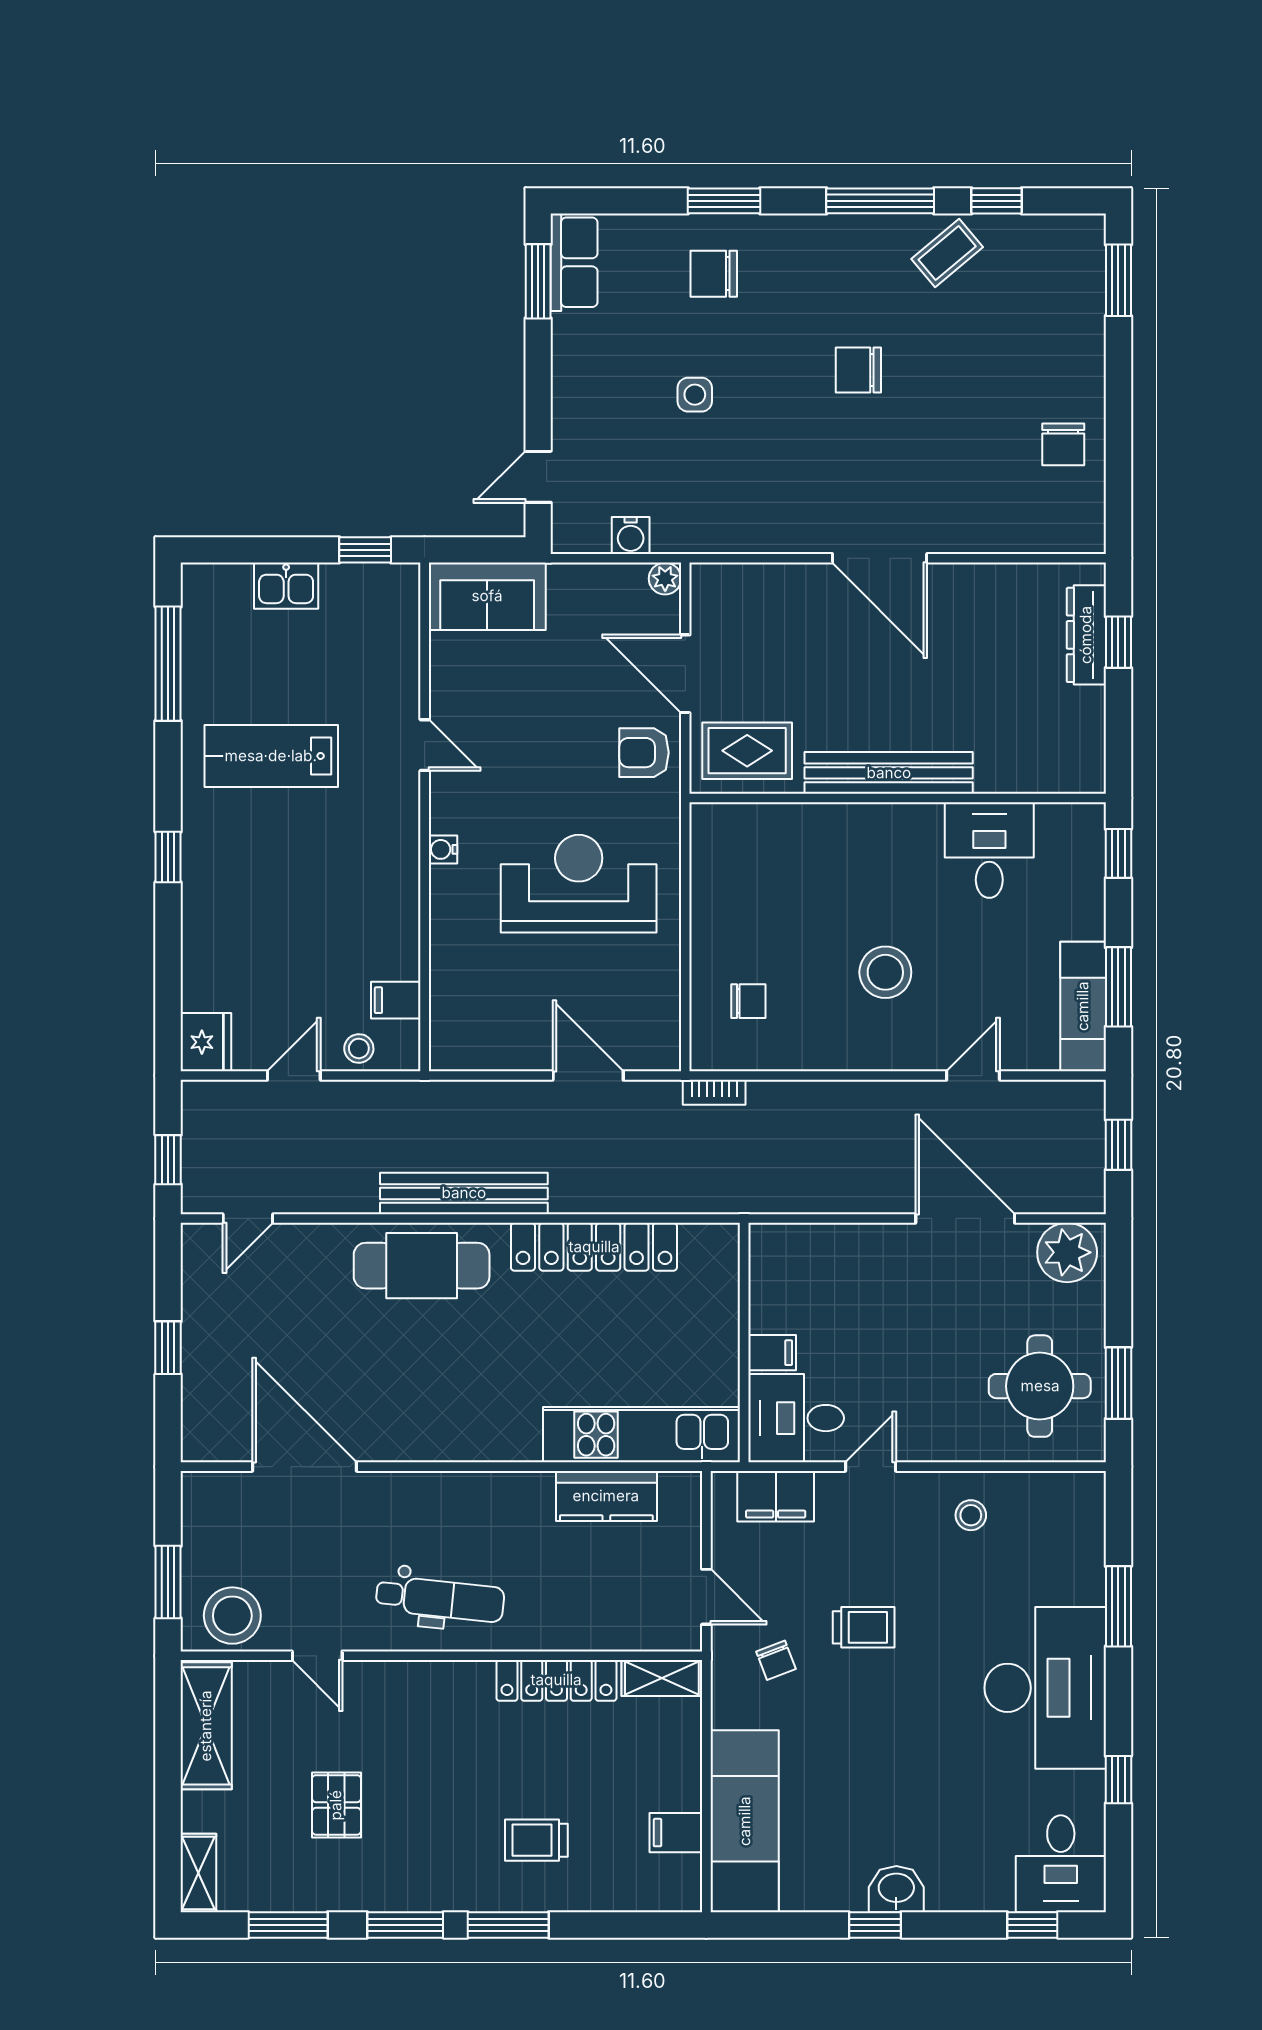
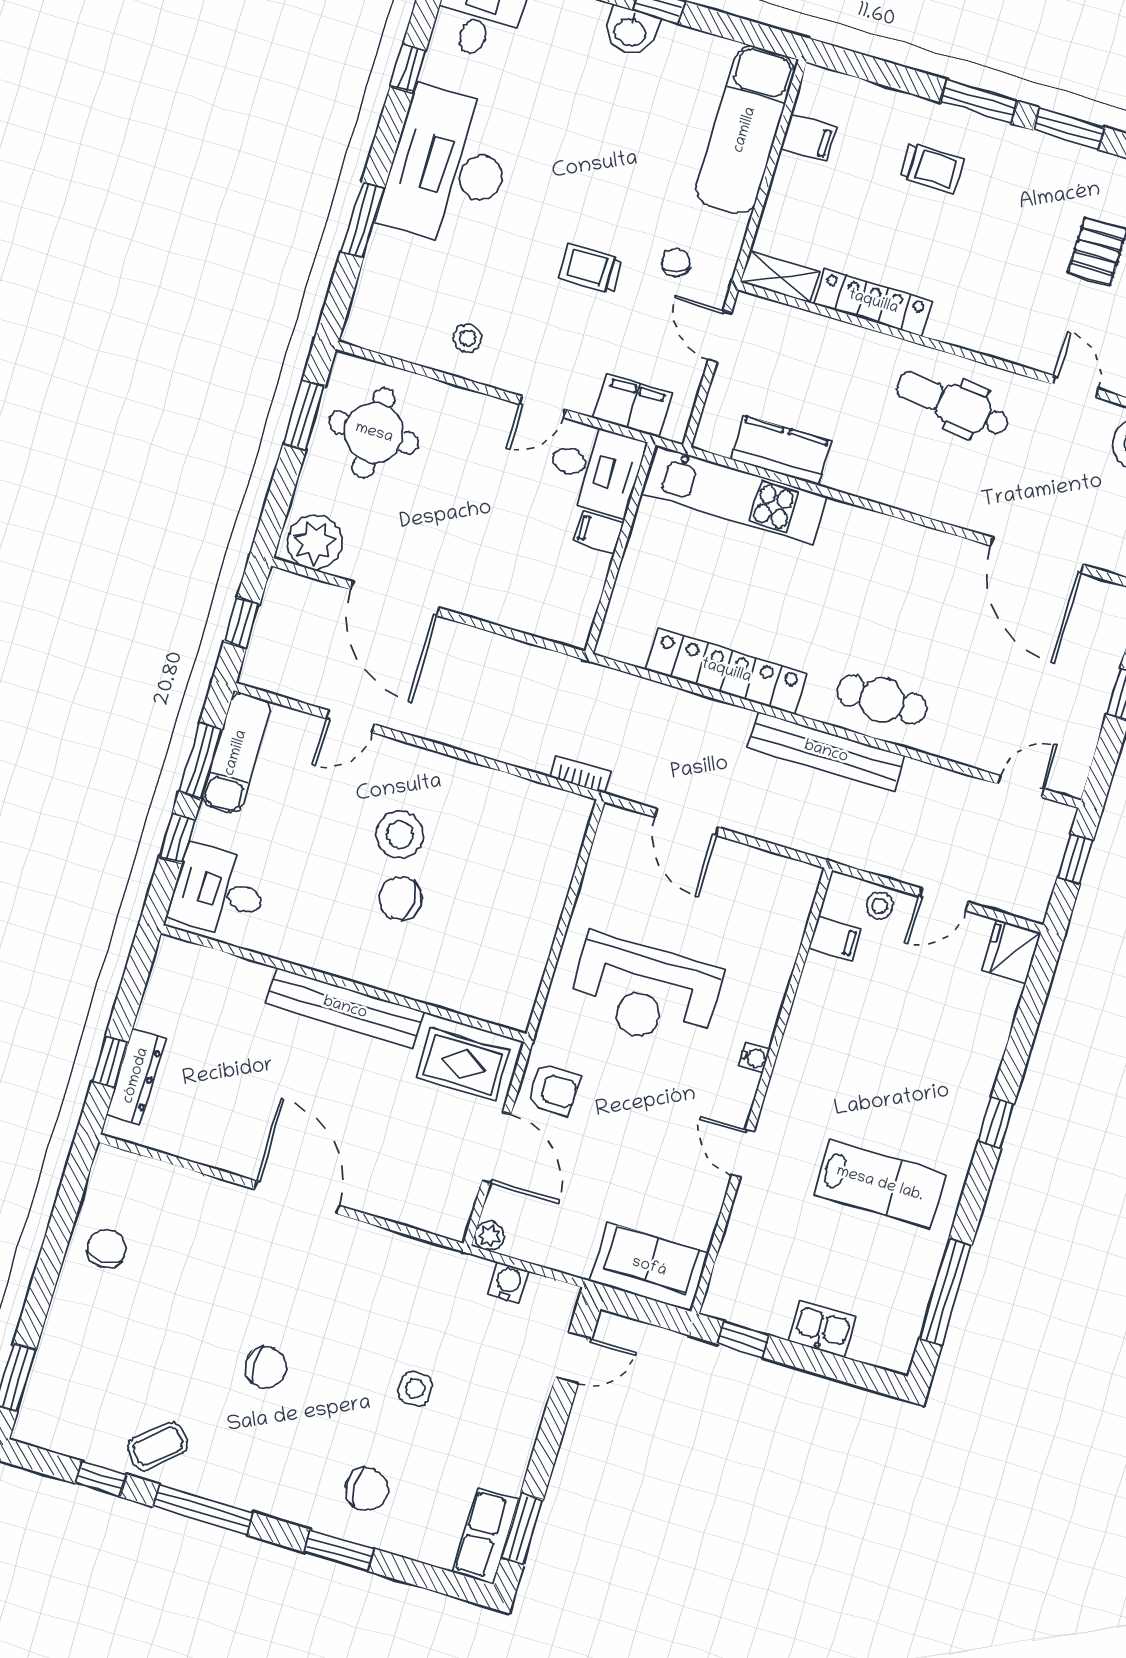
desk: (989, 850) -> (219, 892), moved, turned 90
window: (1118, 853) -> (177, 839), moved
chair: (748, 1001) -> (400, 898), moved, width x1.37, depth x1.37
cafe table: (422, 1266) -> (882, 700), width x0.73, depth x0.74

